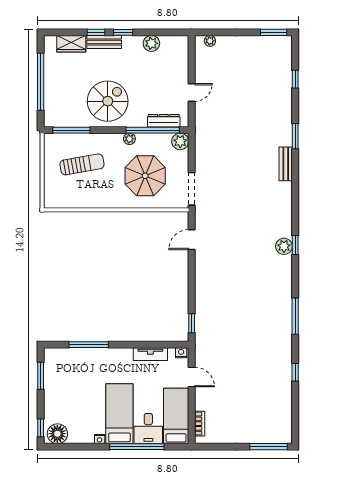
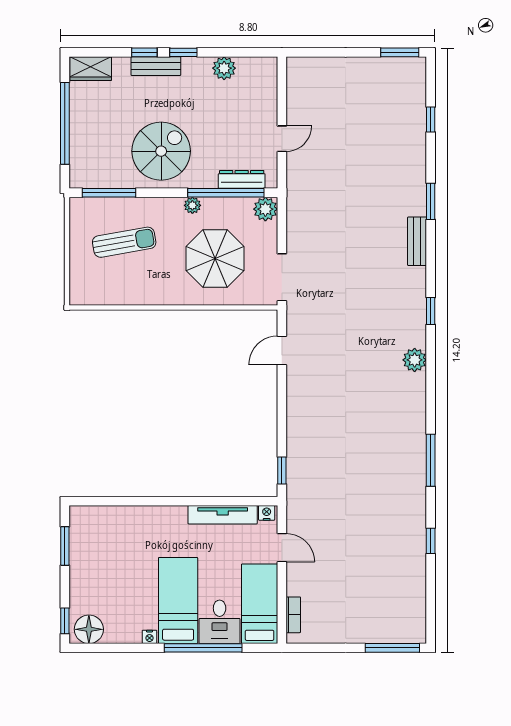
plant: (210, 41) -> (308, 65), removed
wardrobe: (71, 44) -> (91, 69), moved
window: (295, 245) -> (431, 311), moved
window: (89, 345) -> (134, 501), removed
tv unit: (150, 354) -> (223, 515), width x1.41

